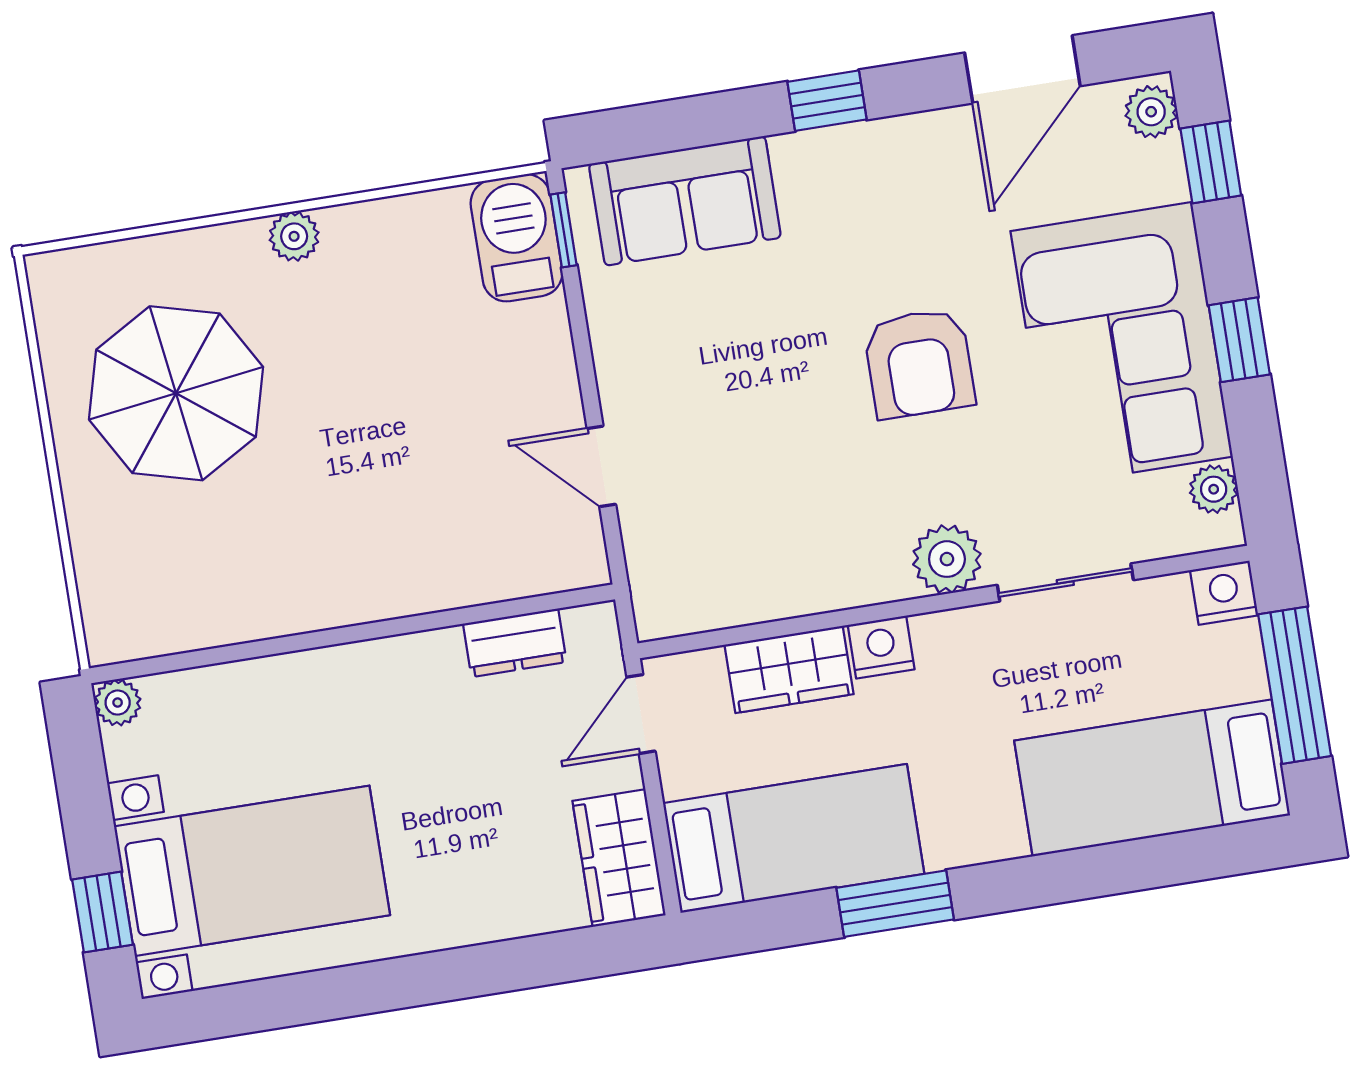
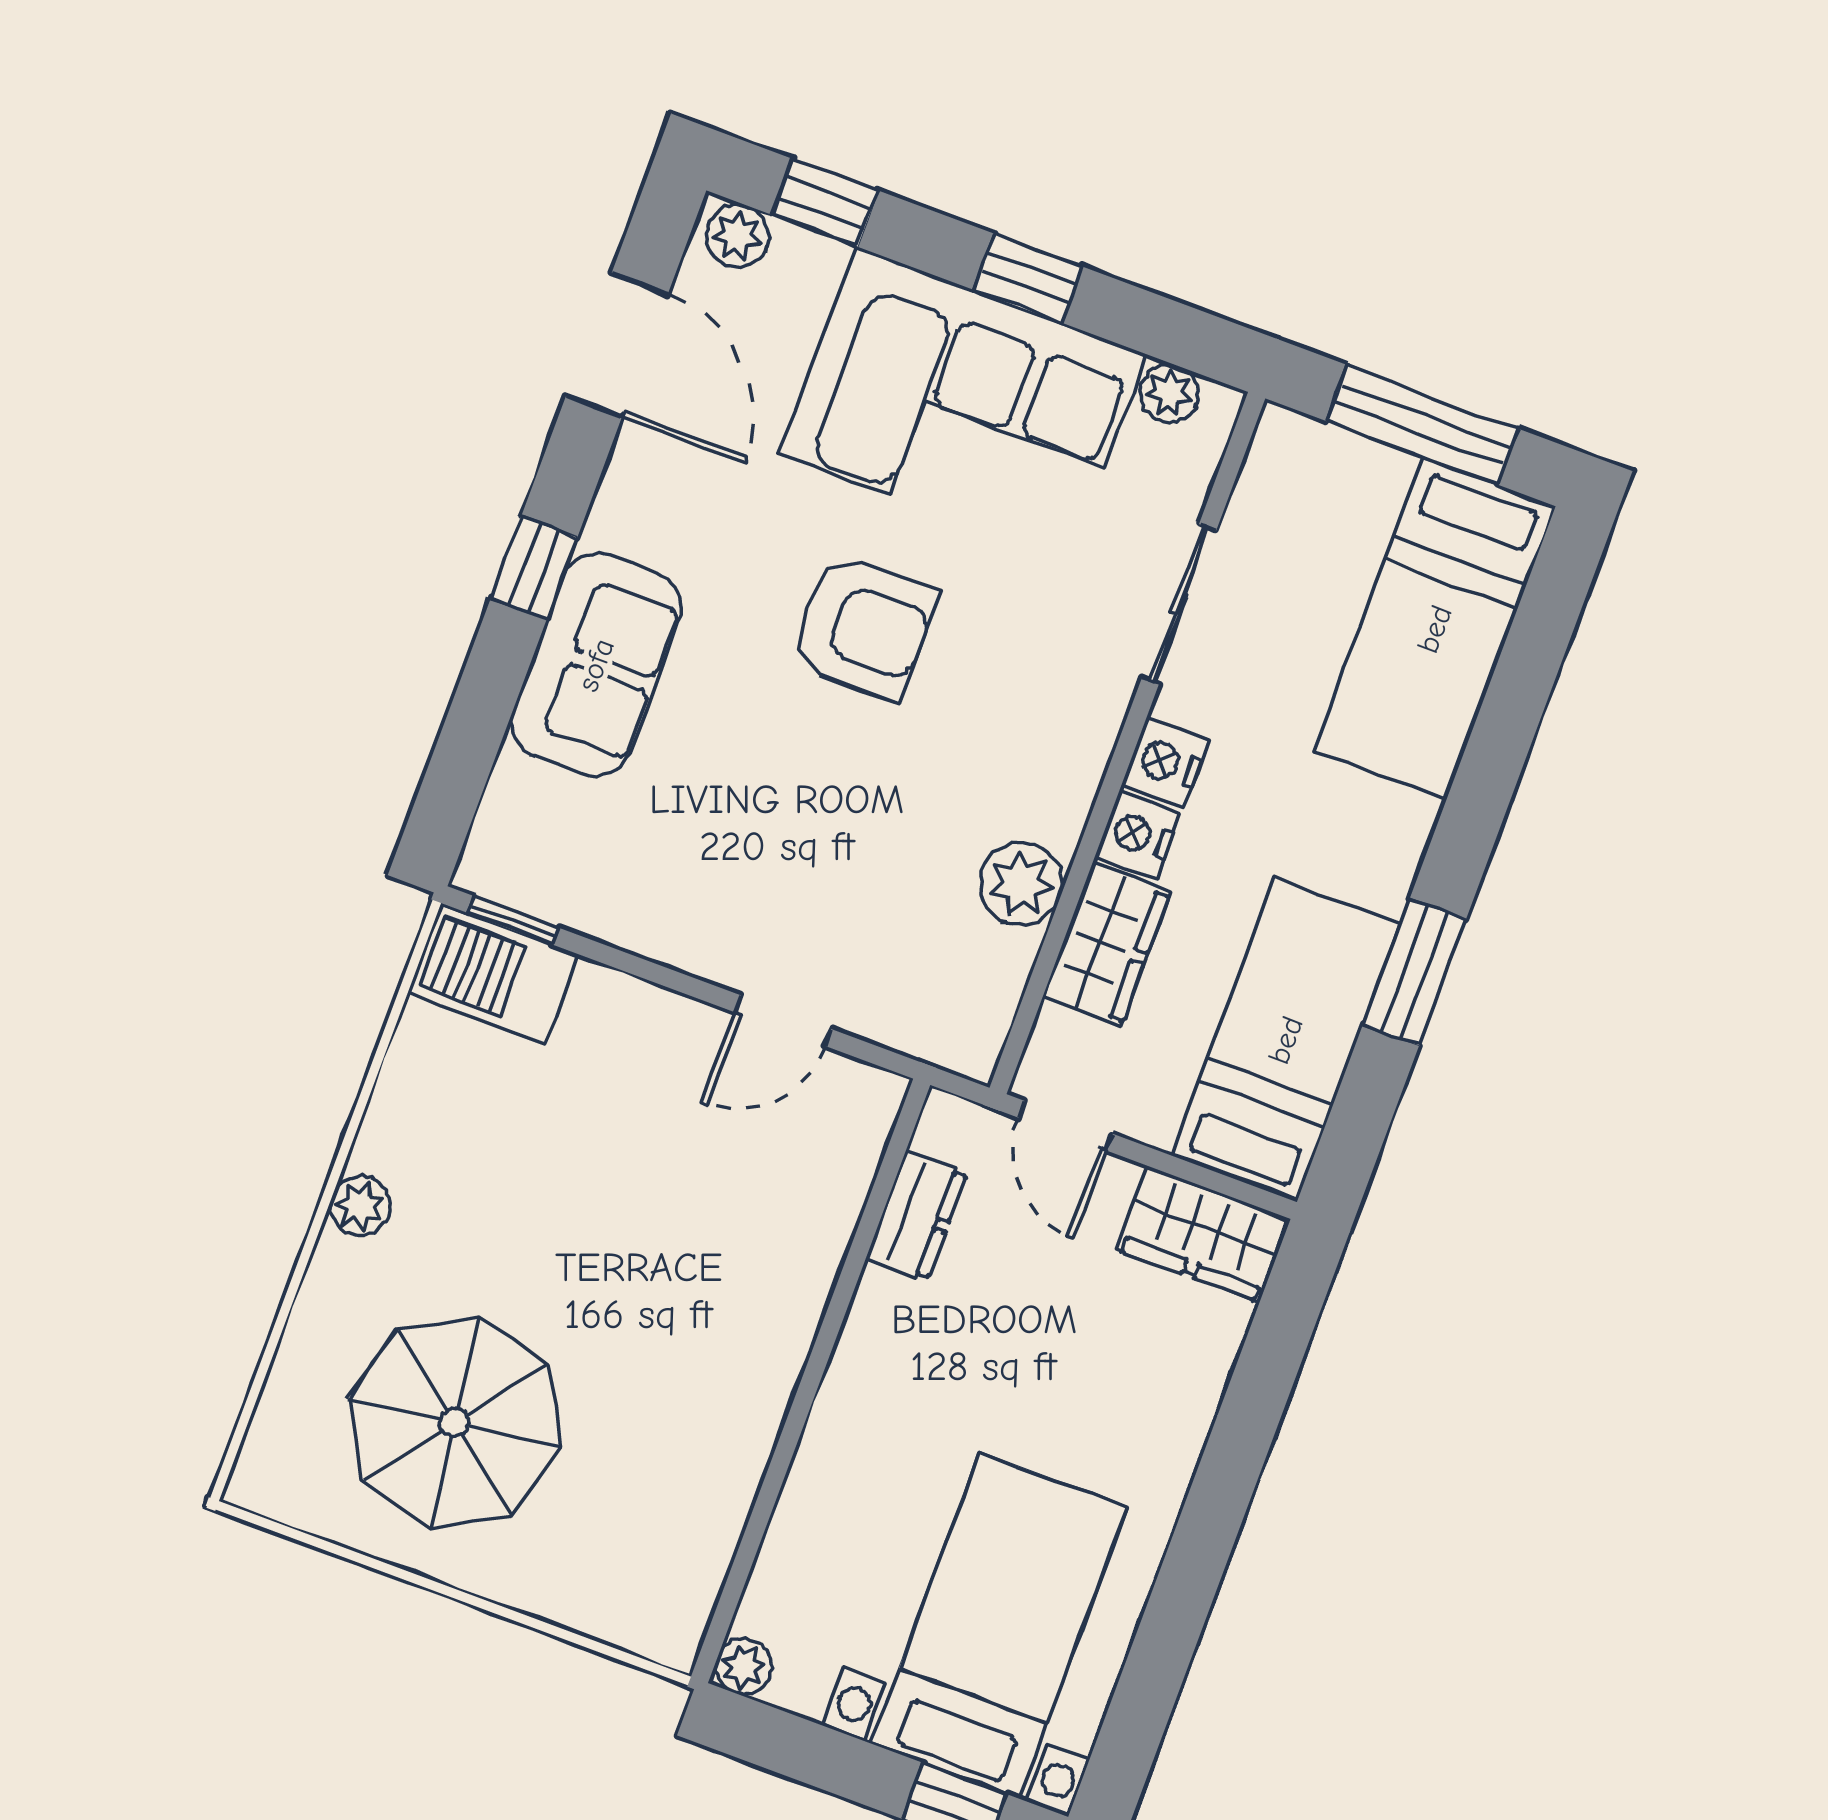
sofa: (685, 201) -> (596, 665), moved
plant: (947, 559) -> (1021, 884), moved
nightstand: (1224, 593) -> (1165, 762), moved

